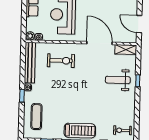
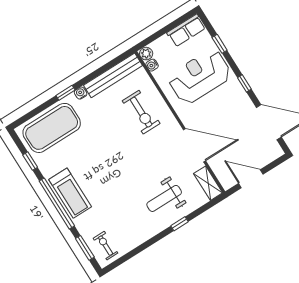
door: (139, 24) -> (251, 179), hinge flipped
door: (99, 43) -> (194, 145), hinge flipped
weight bench: (118, 80) -> (164, 198), turned -90
exercise mat: (36, 117) -> (52, 128), width x2.00, depth x1.45

